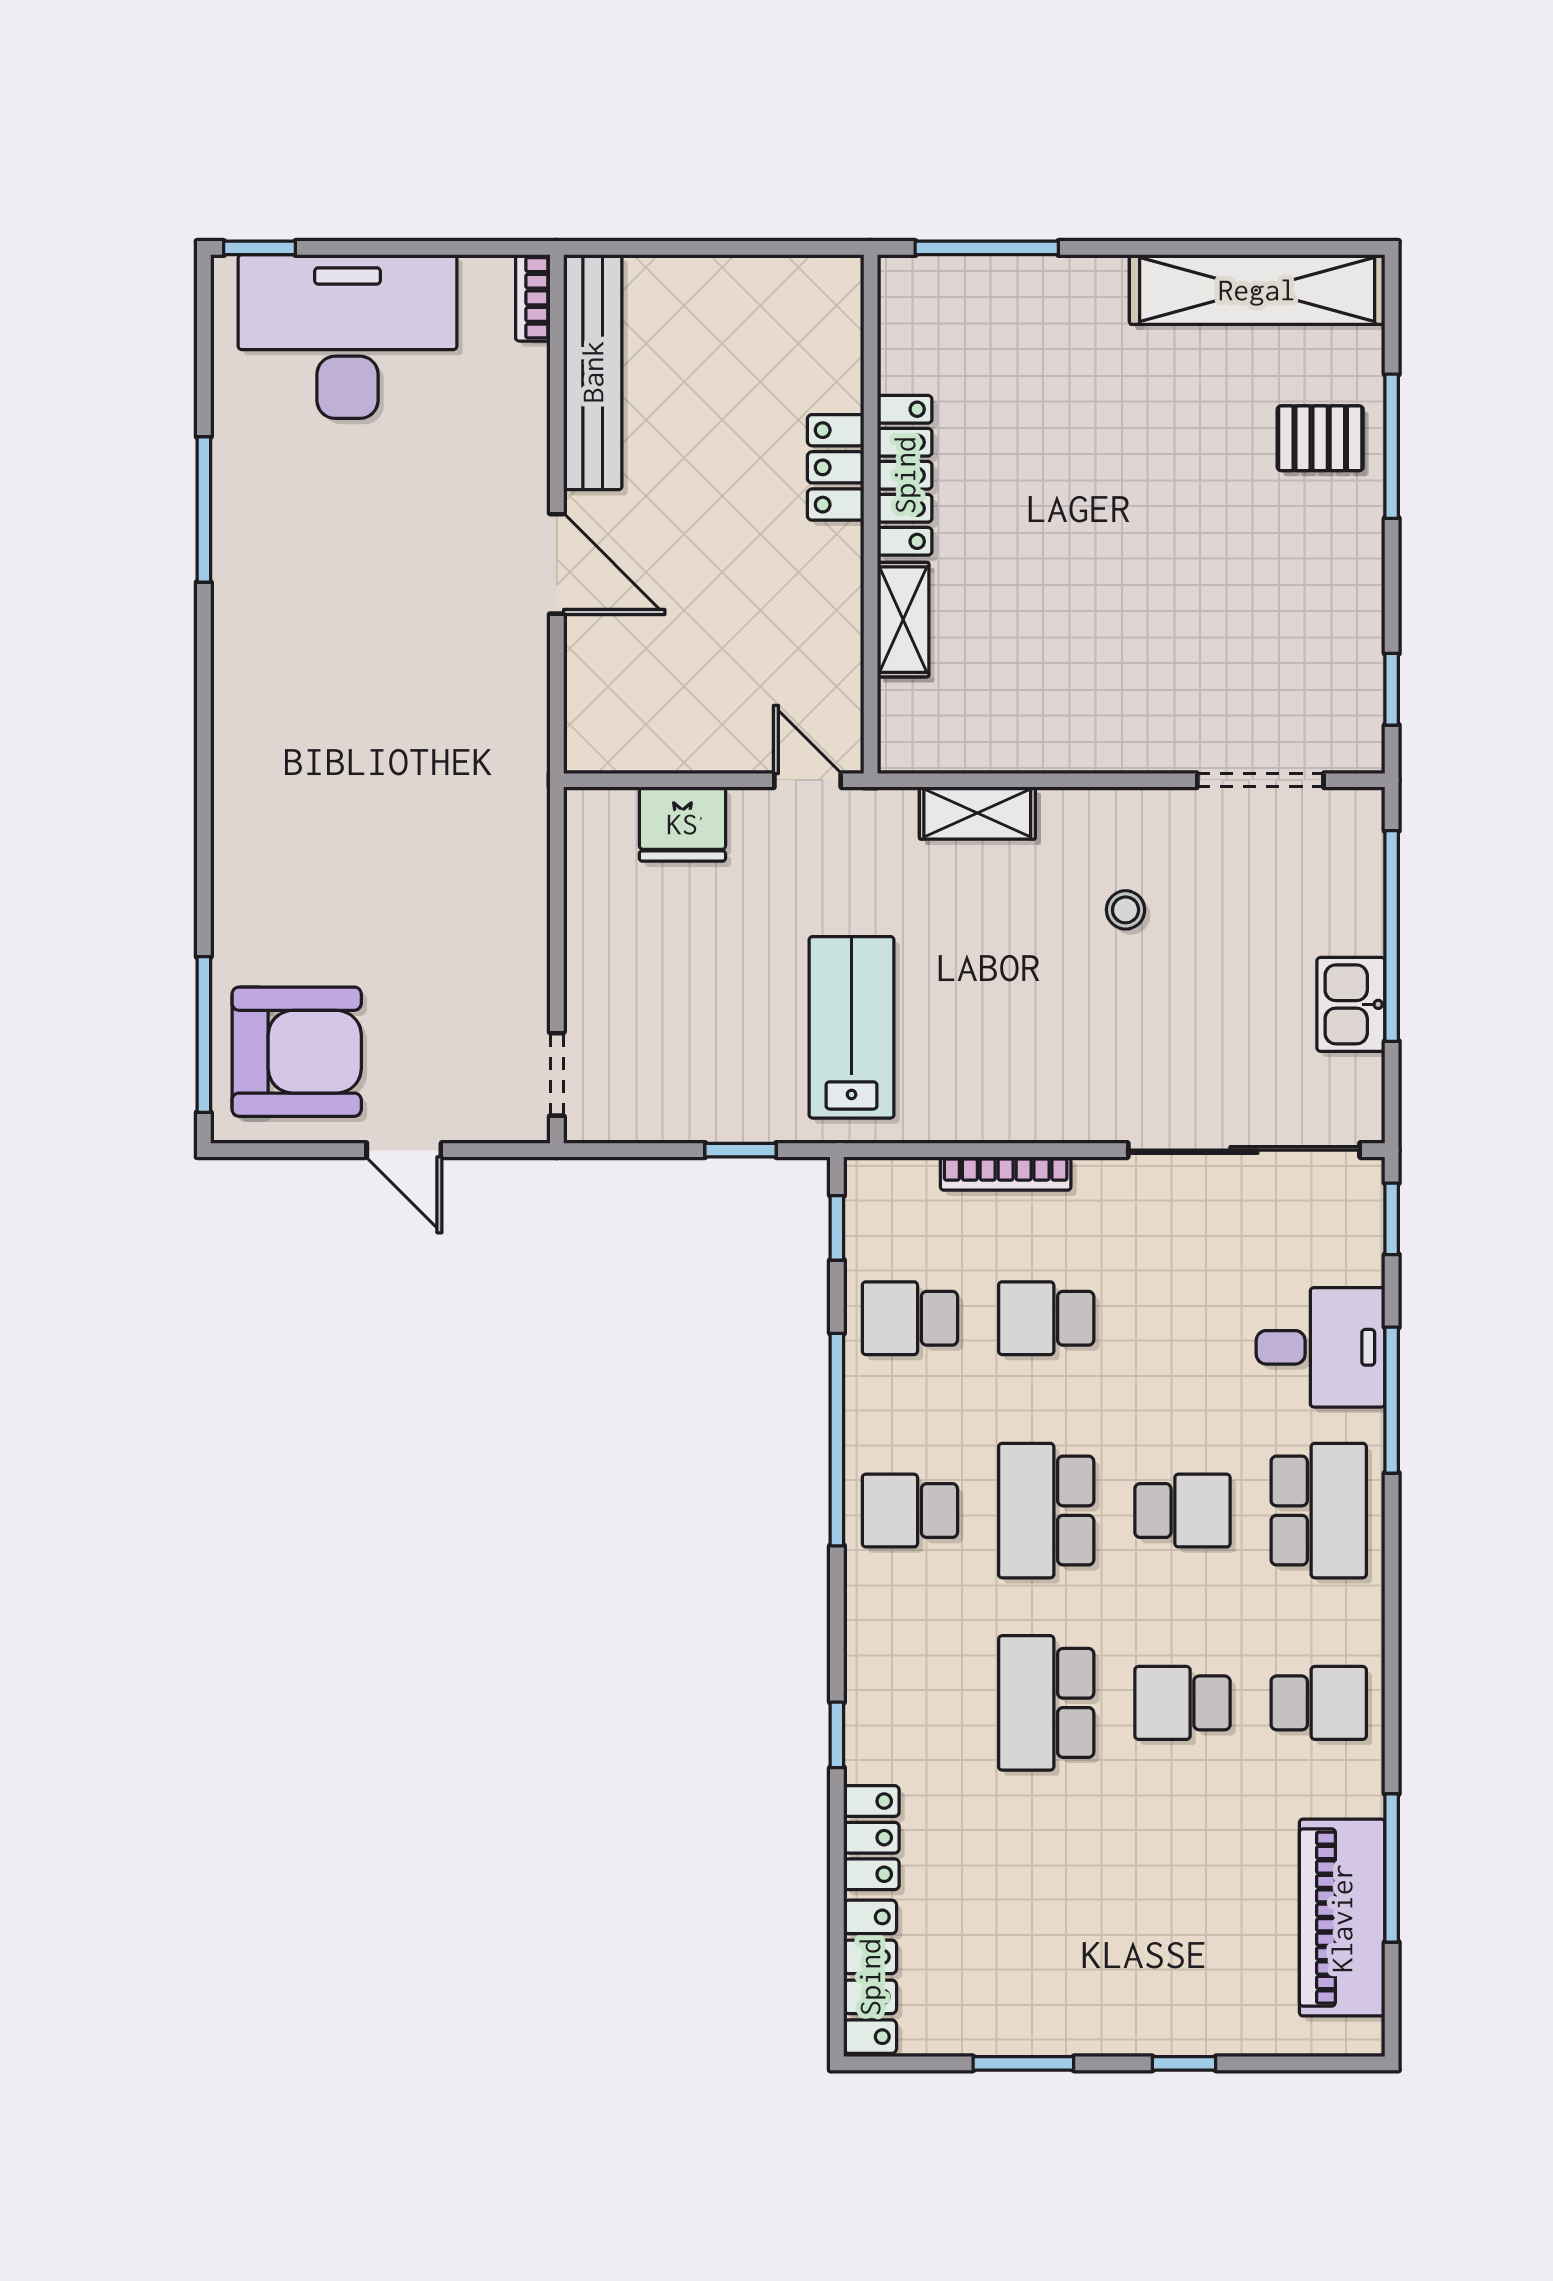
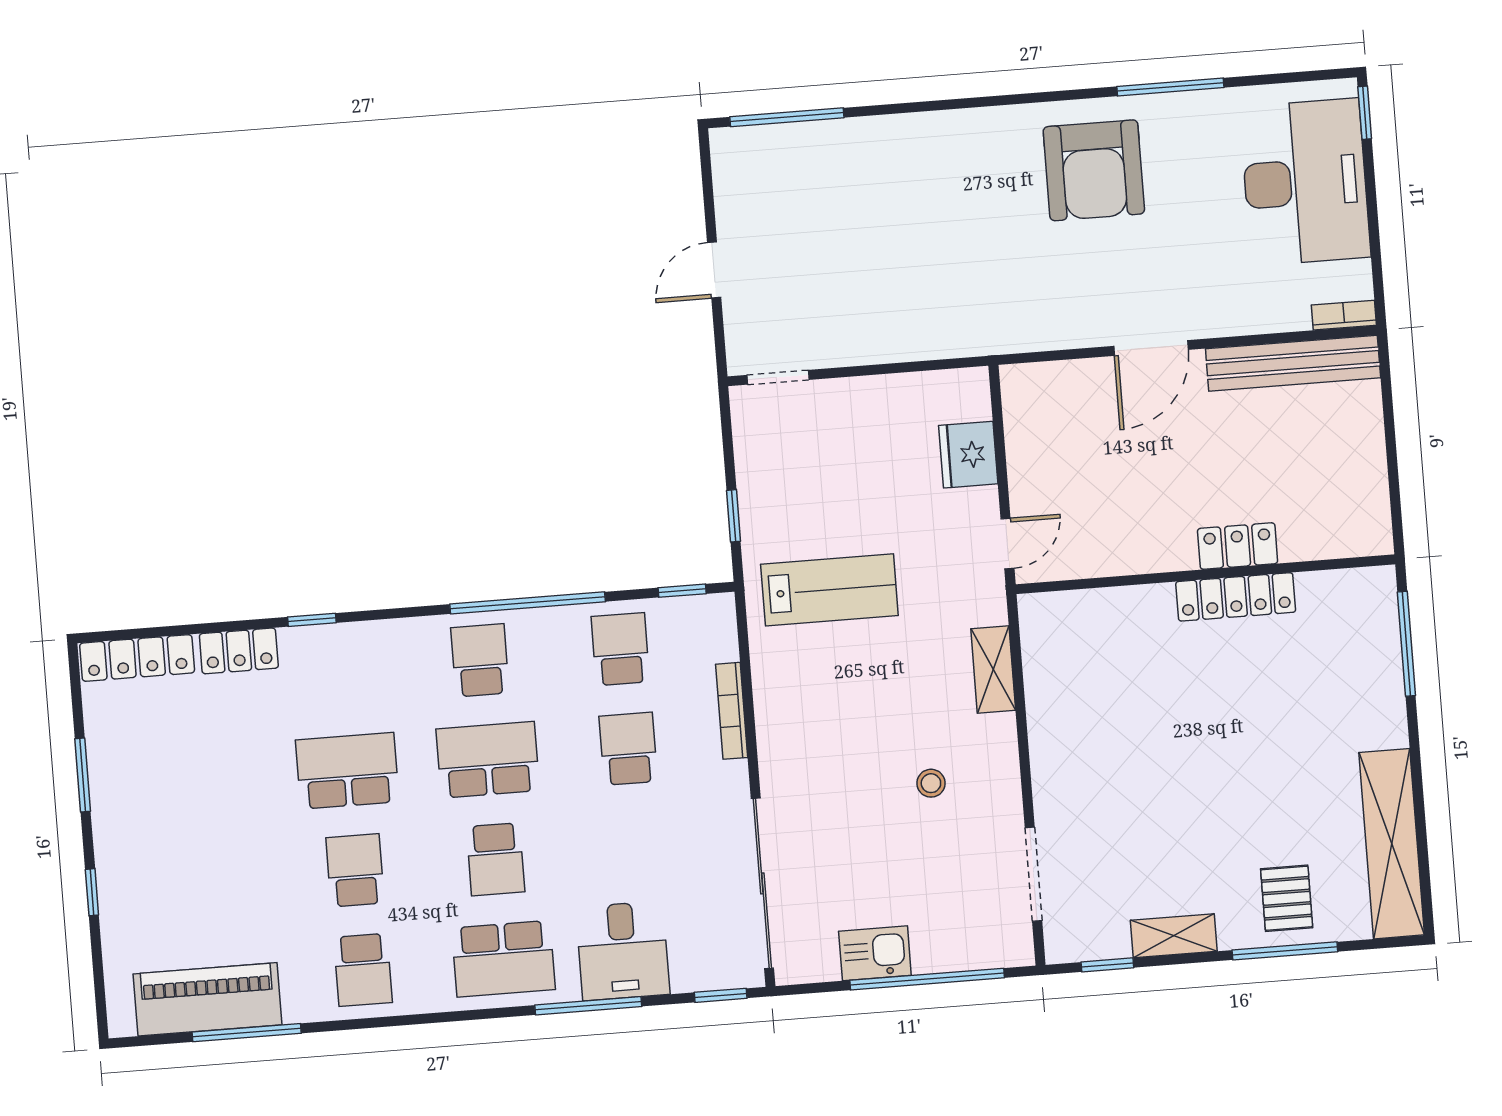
shelving: (903, 620) -> (1174, 936), moved
armchair: (297, 1052) -> (1094, 170), moved

